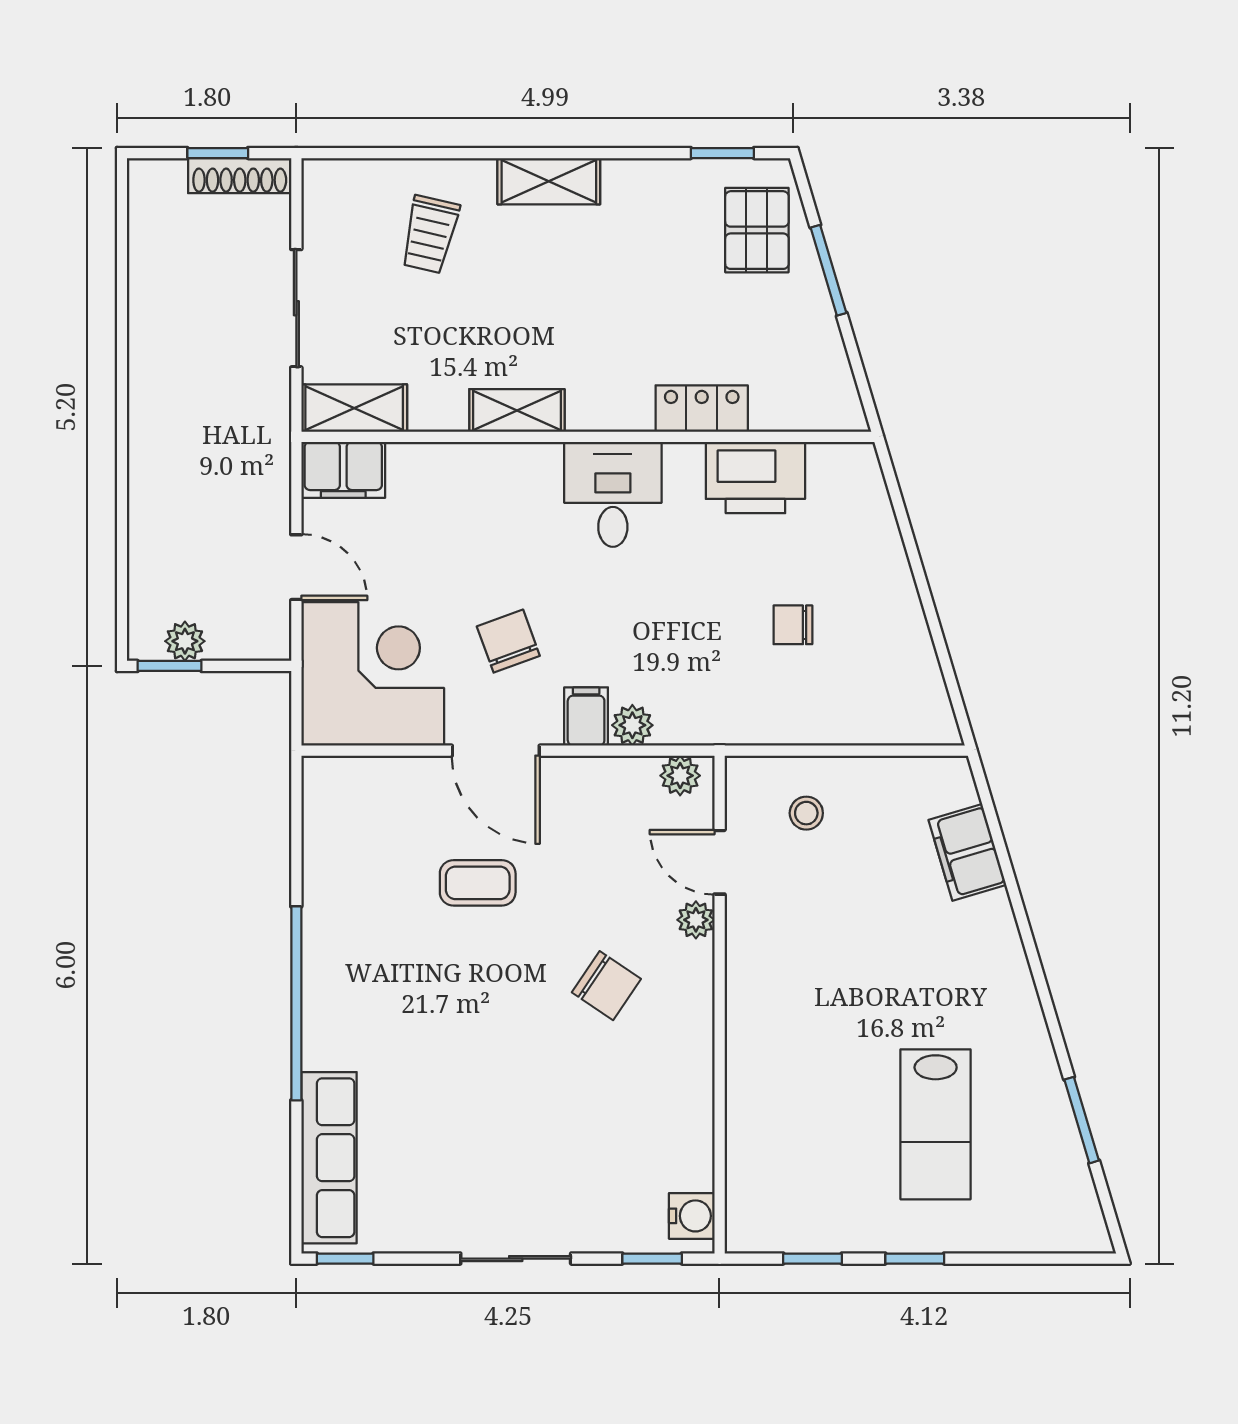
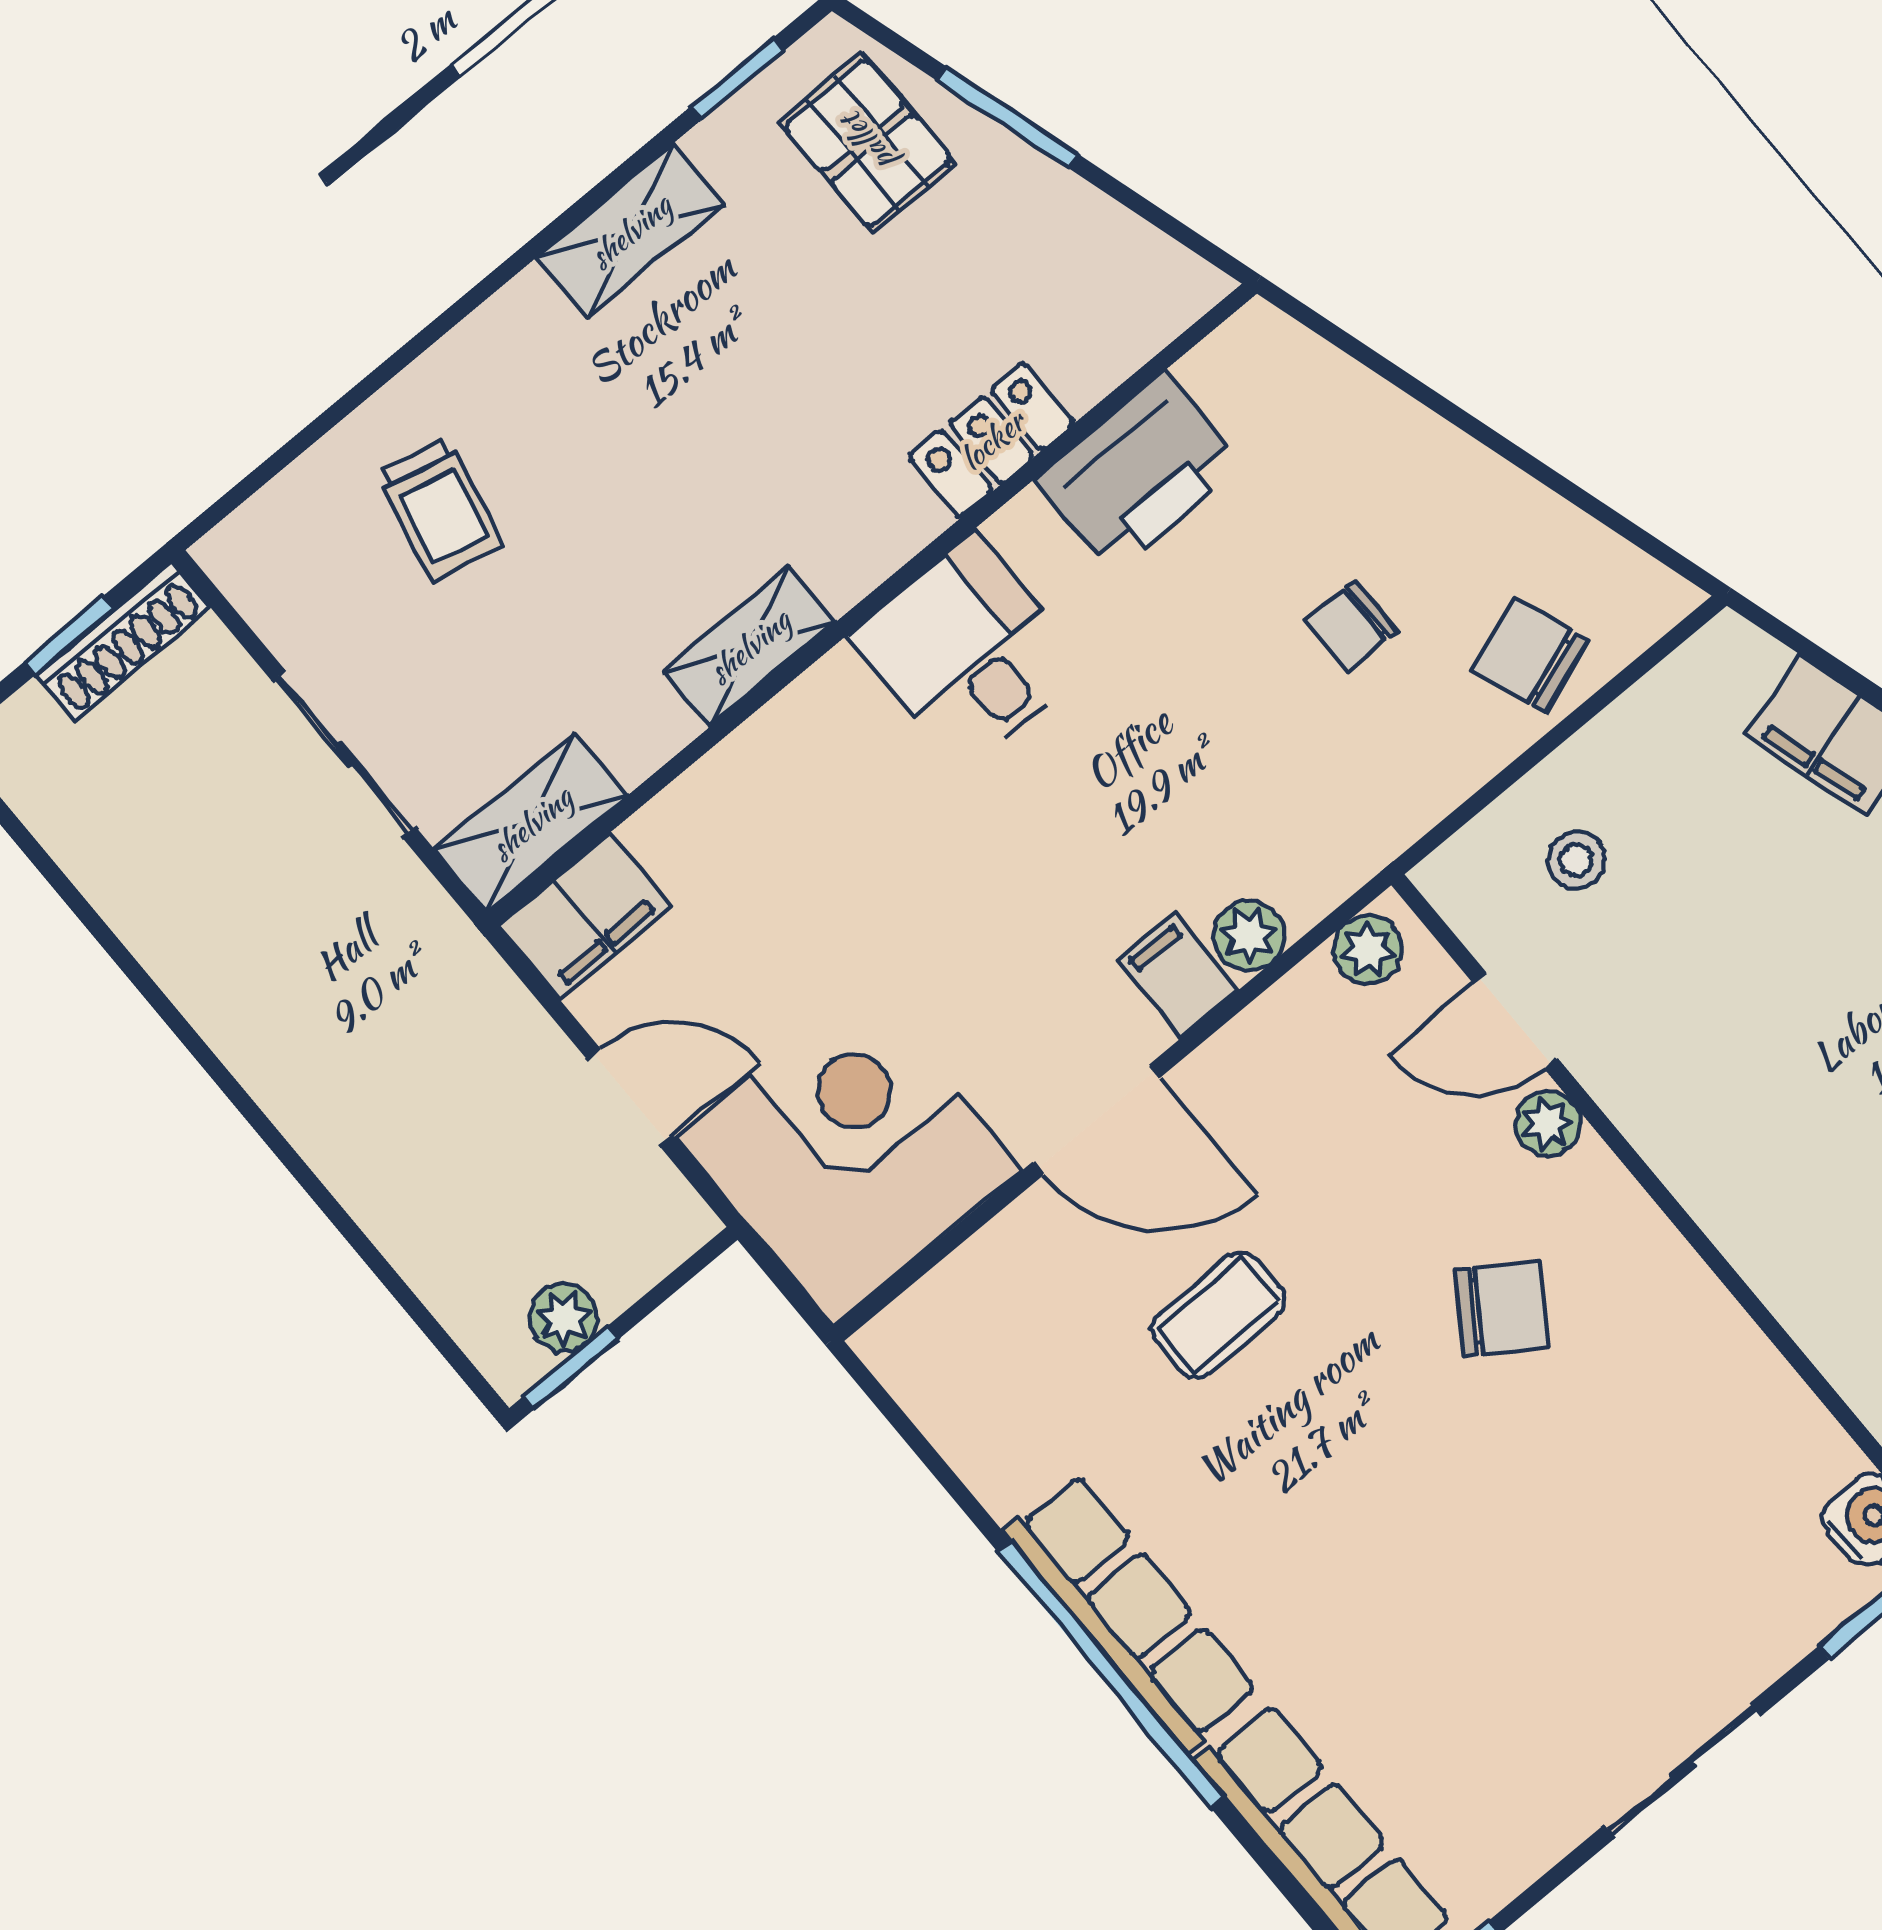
shelving: (549, 181) -> (630, 231), moved
chair: (508, 641) -> (1530, 655), moved
row of seats: (329, 983) -> (1132, 1612), added

